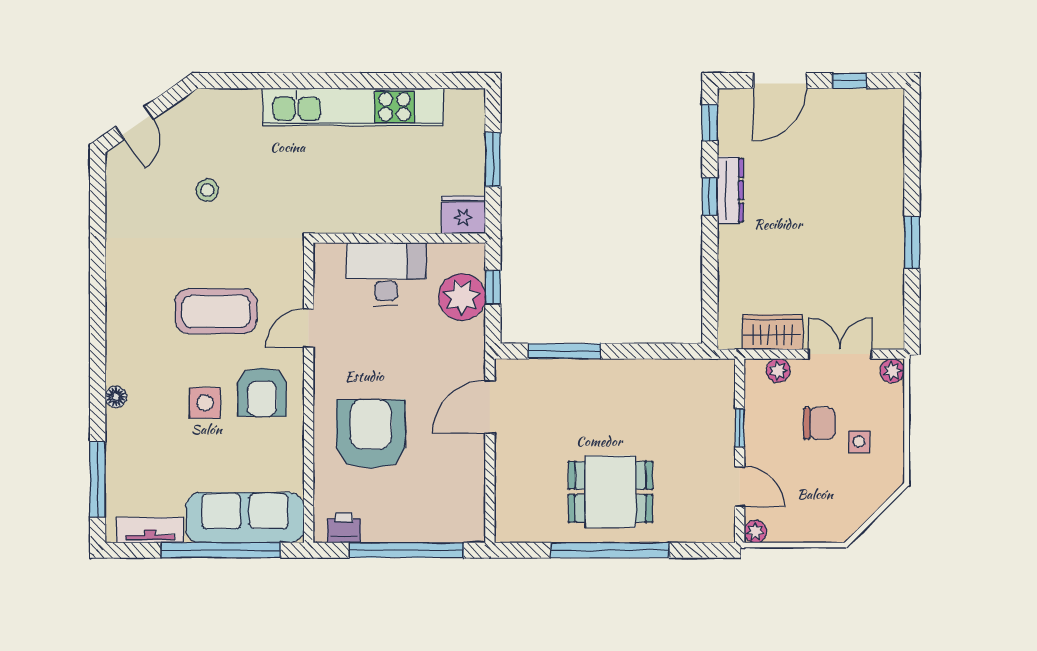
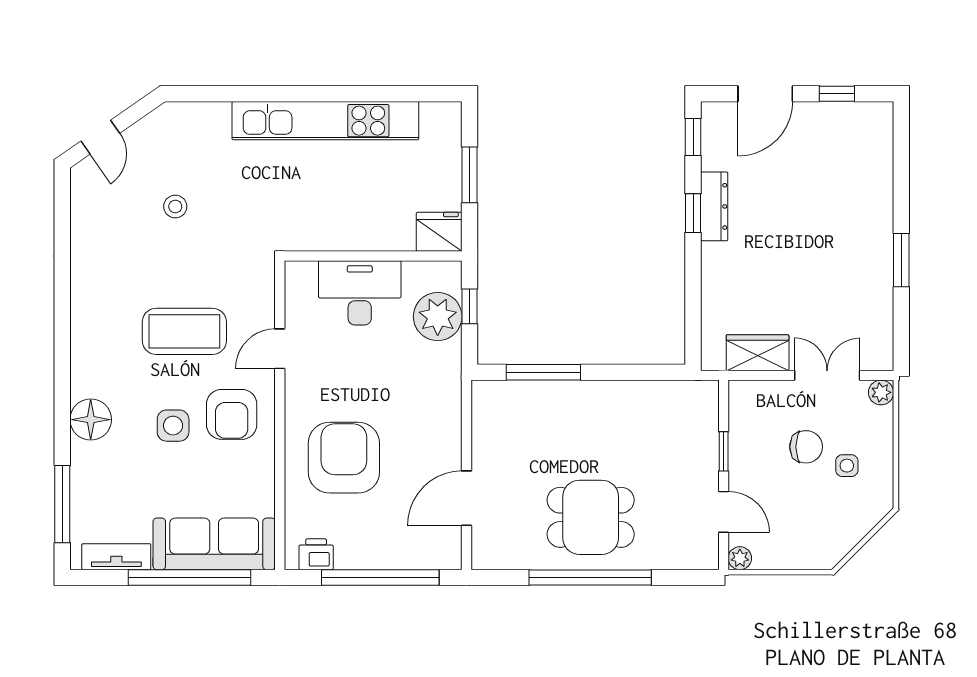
plant: (778, 371) -> (763, 392), removed
floor lamp: (116, 397) -> (91, 420), width x1.89, depth x1.89
door: (490, 407) -> (466, 498), moved

